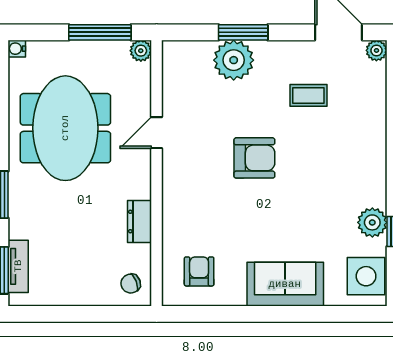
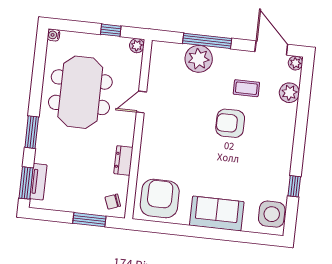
window: (100, 32) -> (111, 30), width x0.46
window: (243, 32) -> (207, 41), width x1.44
armchair: (254, 158) -> (230, 123), moved, turned 180
plant: (372, 222) -> (289, 93), moved
armchair: (199, 271) -> (160, 199), width x1.88, depth x1.88
window: (99, 314) -> (89, 220), added

